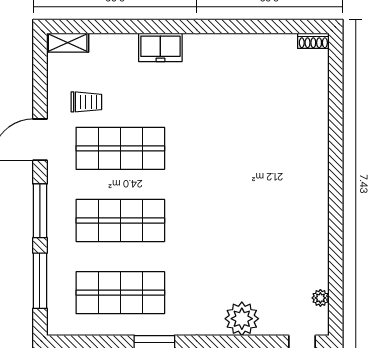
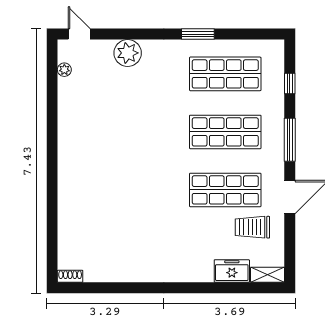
freezer: (160, 47) -> (232, 271), moved
trolley: (86, 102) -> (252, 227), width x1.36, depth x1.39
window: (40, 281) -> (290, 83), width x0.46

